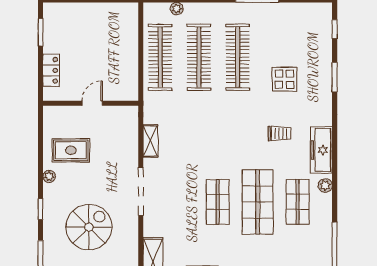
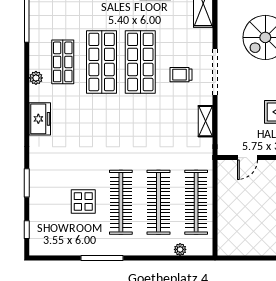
display table: (284, 79) -> (83, 201), moved
door: (92, 103) -> (247, 158), moved
trolley: (279, 134) -> (181, 75), moved
freezer: (321, 150) -> (40, 119), width x0.71
shop shelf: (218, 202) -> (140, 62), width x1.43, depth x1.36

